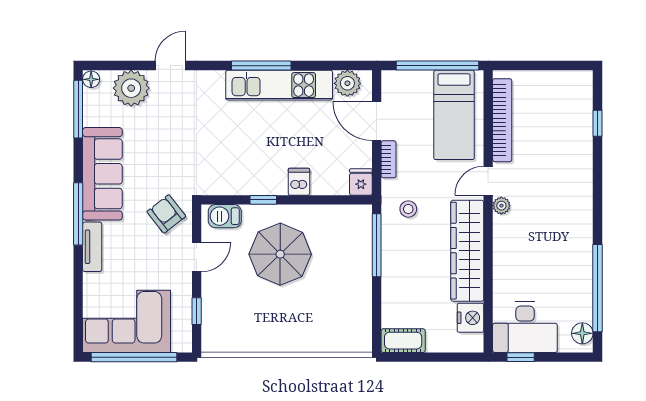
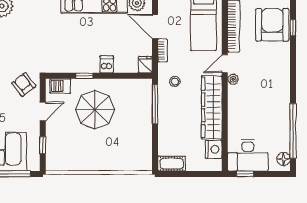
armchair: (564, 118) -> (272, 25), added

